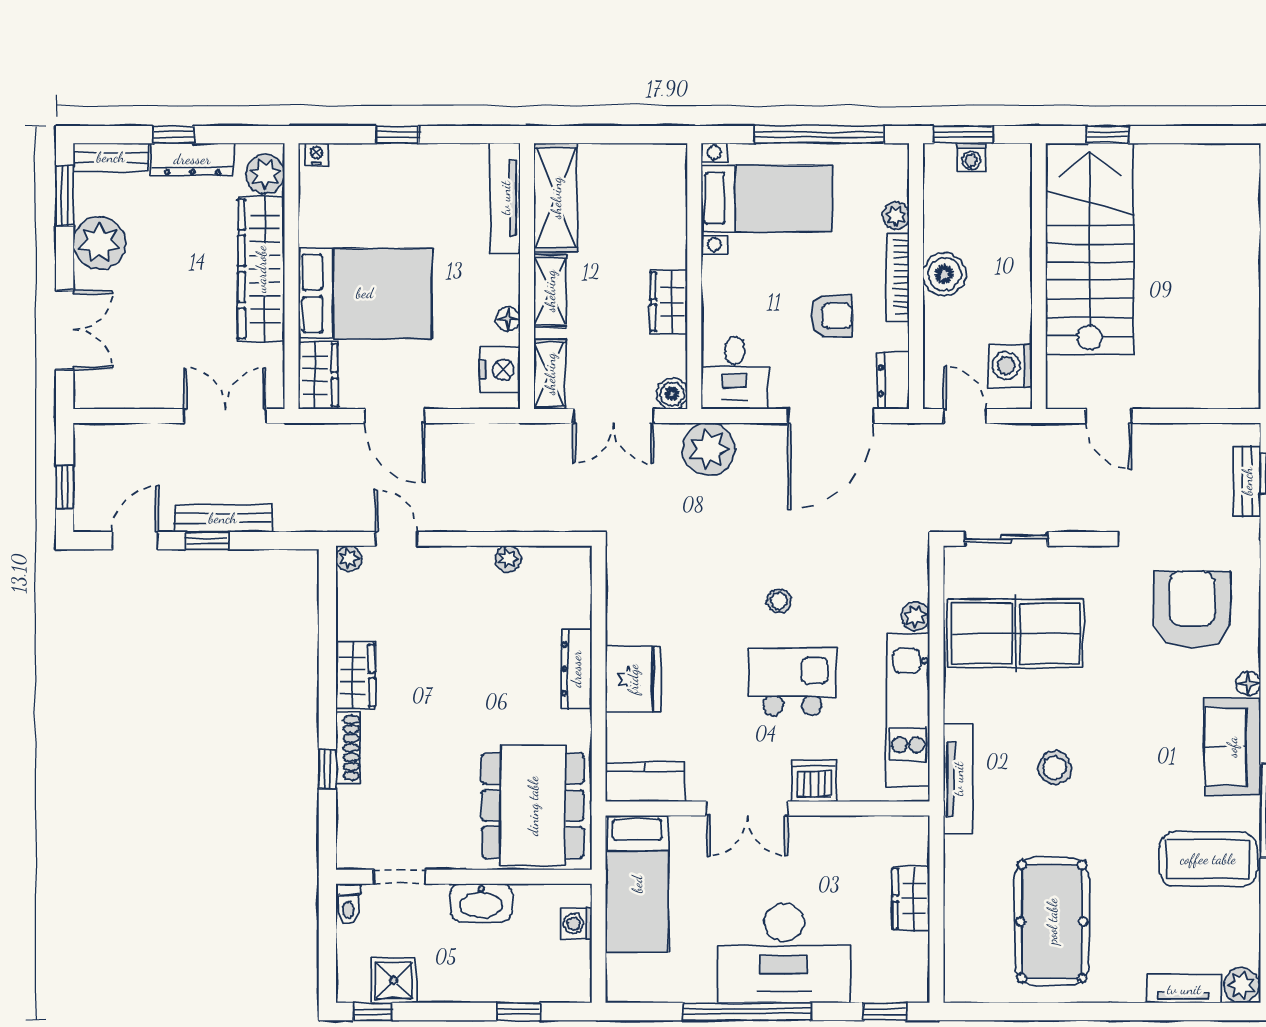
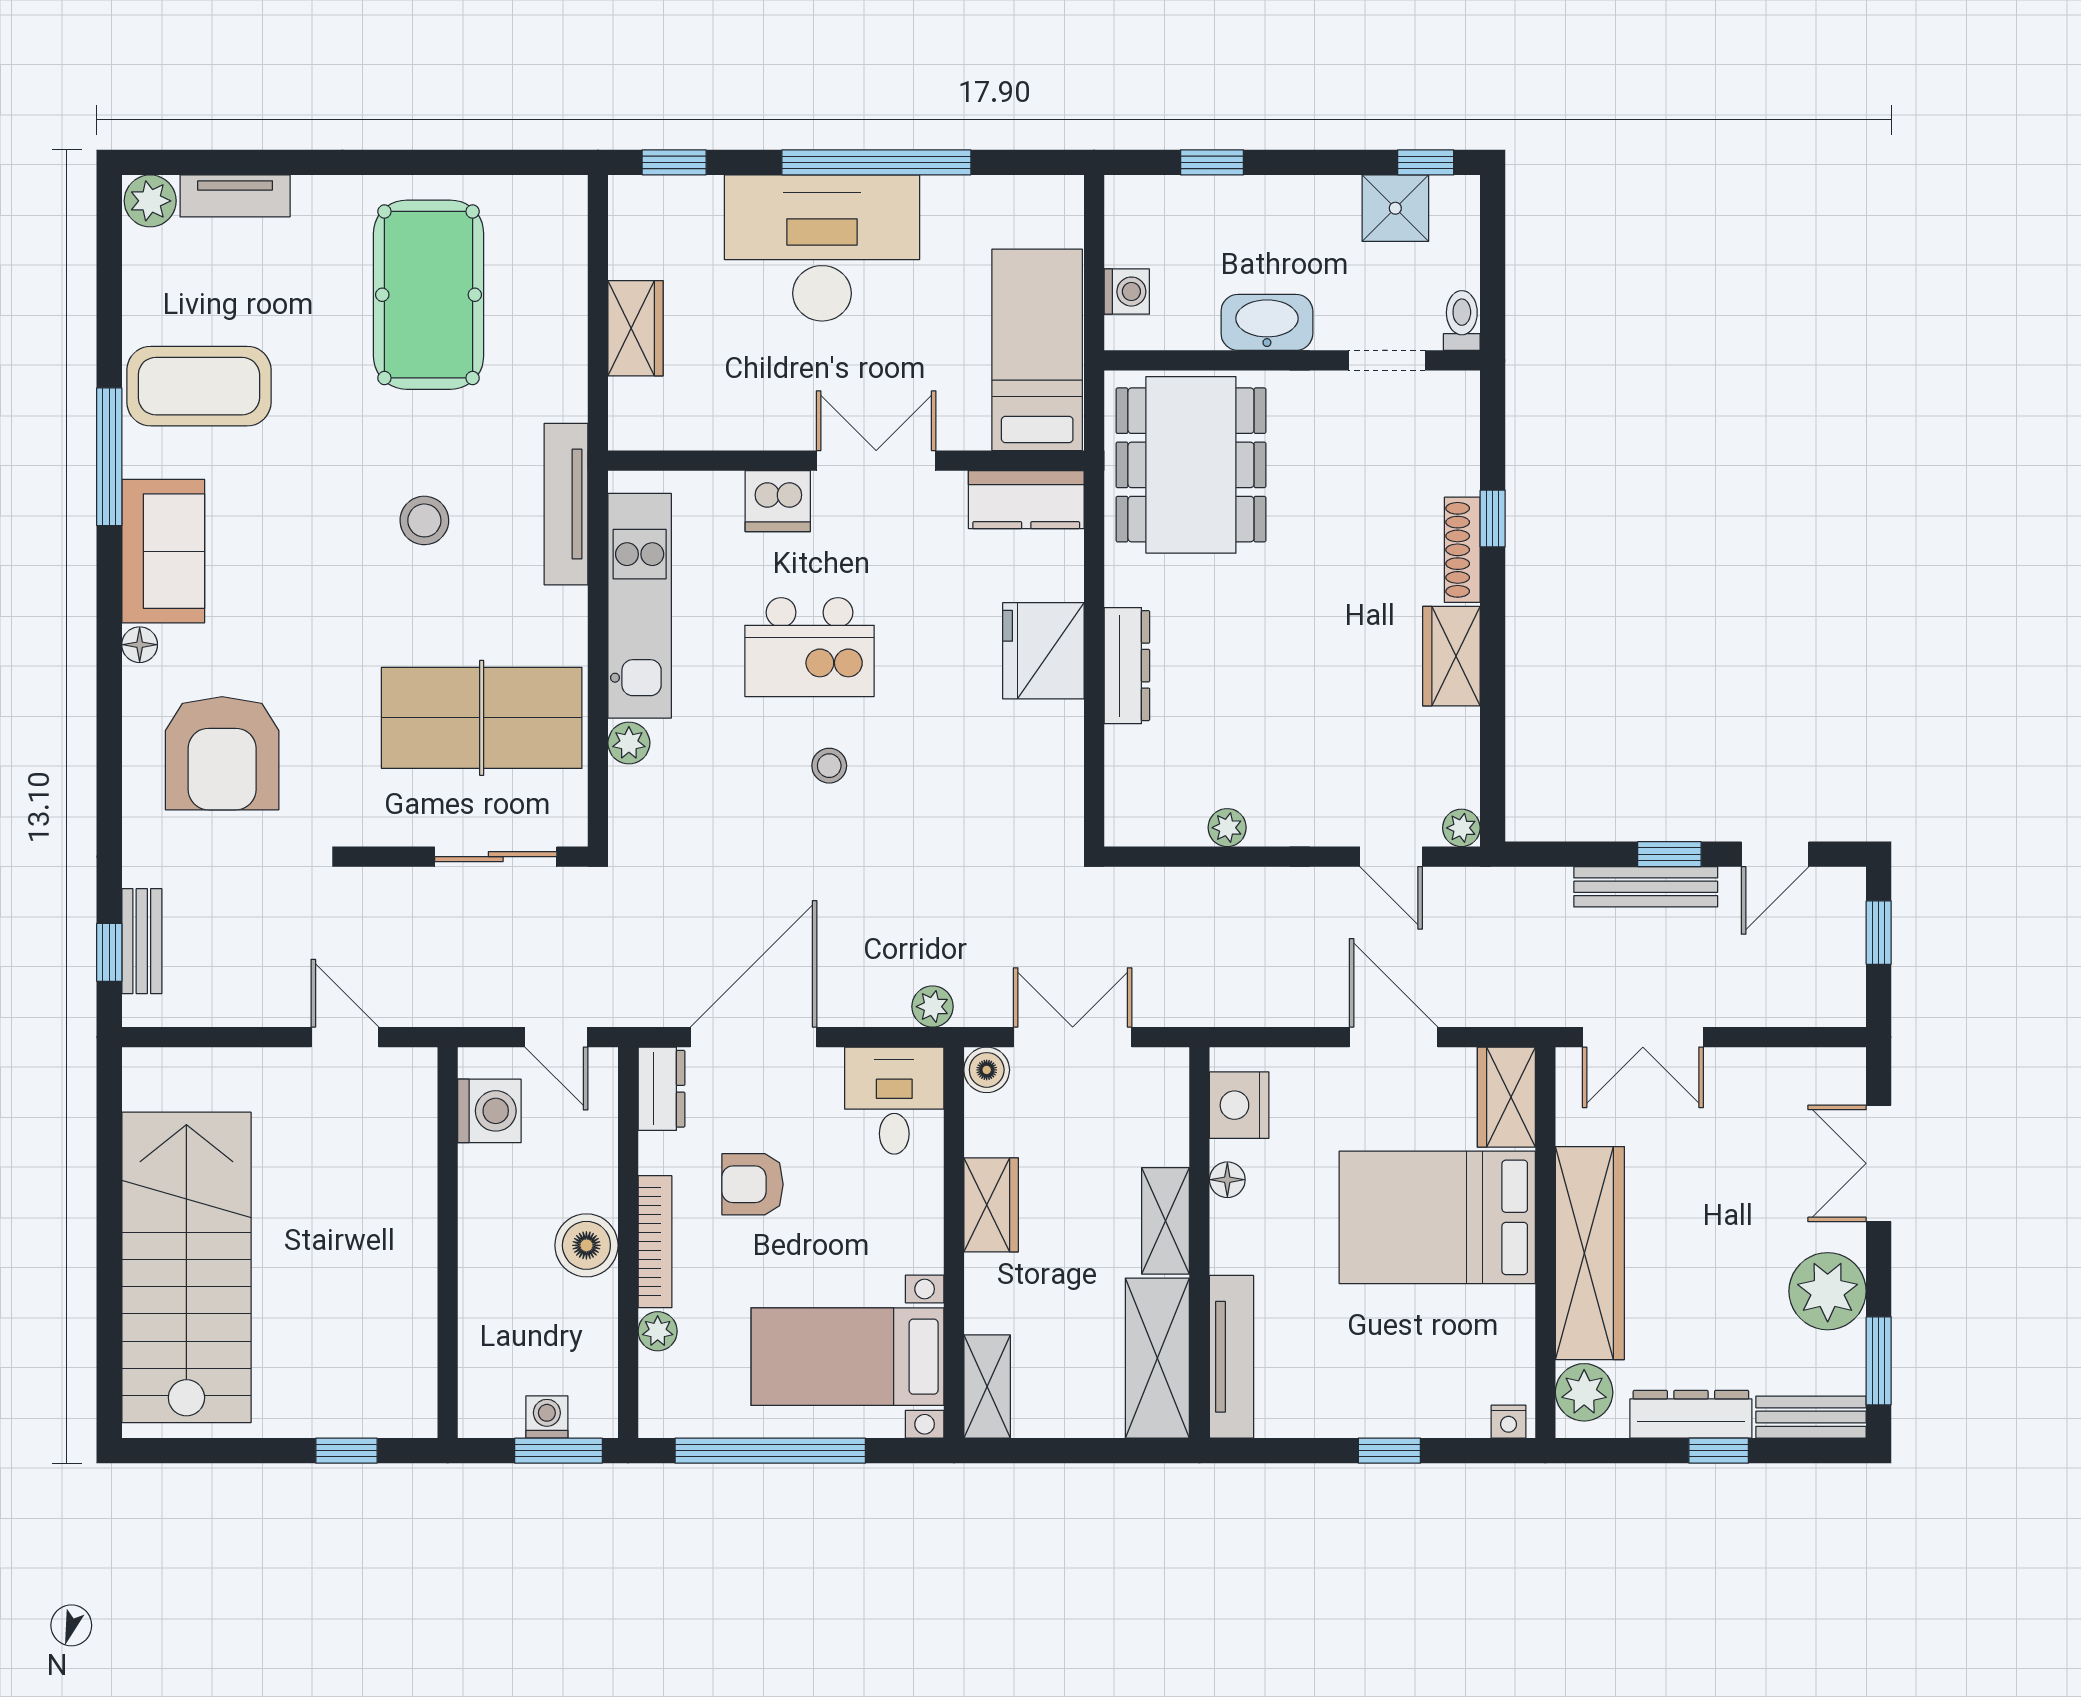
stairs: (1090, 249) -> (186, 1267), moved, turned 180
shelving: (550, 374) -> (987, 1387), moved
plant: (709, 449) -> (933, 1007), width x0.53, depth x0.53

